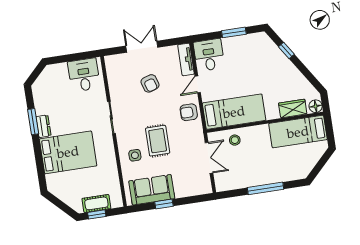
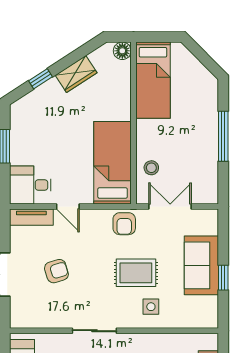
wardrobe: (293, 109) -> (76, 74), moved, turned -123
armchair: (189, 112) -> (124, 224), moved
sofa: (152, 190) -> (201, 265), moved

